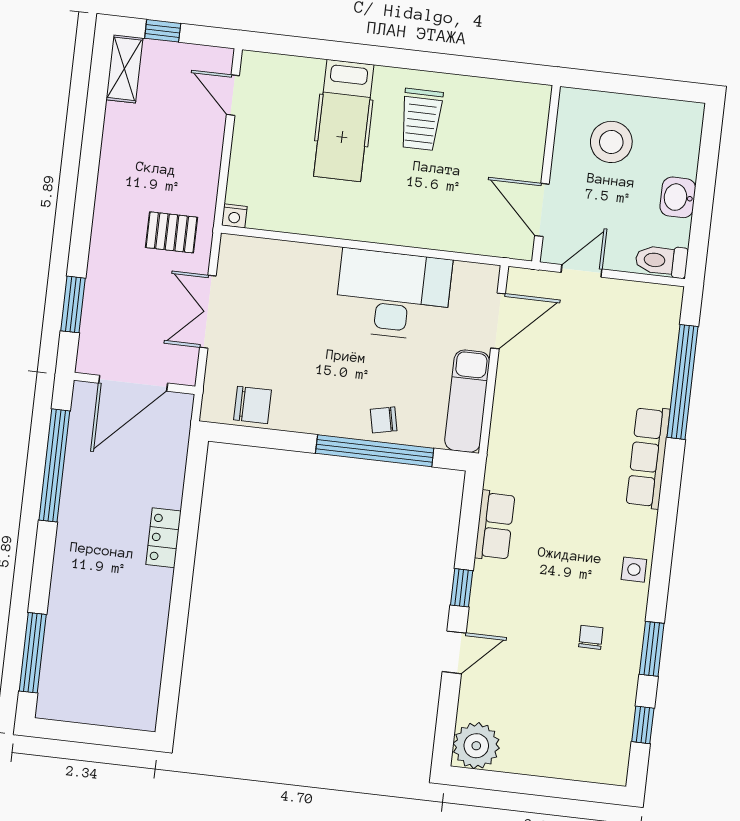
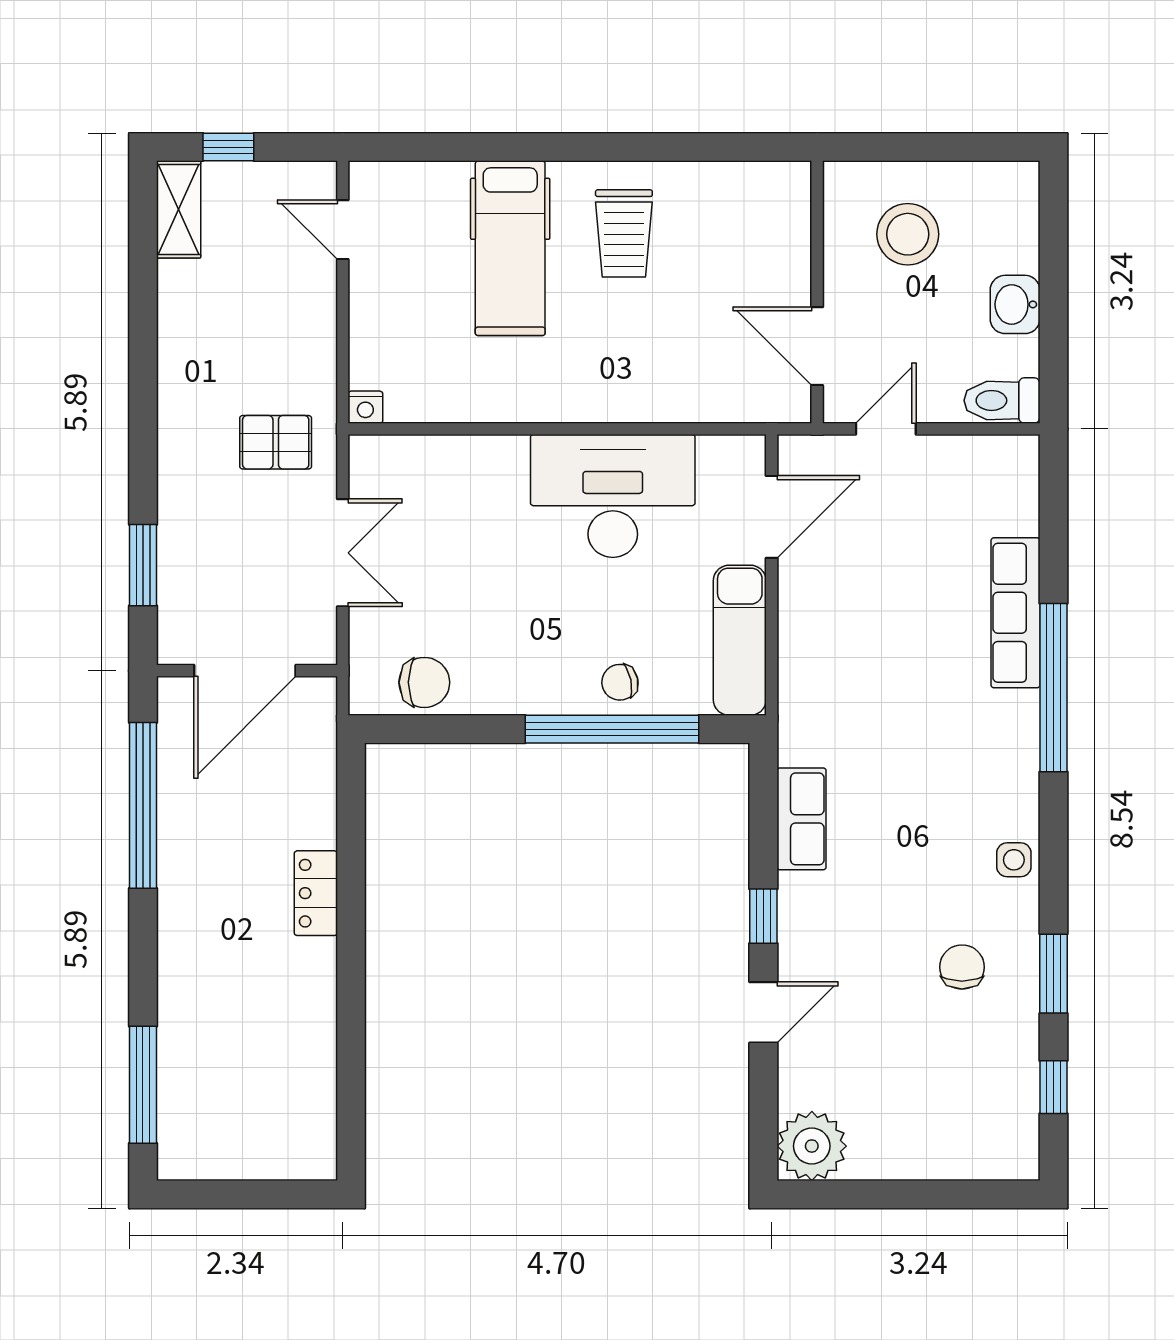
double door: (208, 312) -> (343, 553), swing flipped
window: (683, 382) -> (1054, 688), moved
row of seats: (648, 458) -> (1016, 613), moved
chair: (591, 637) -> (962, 967), width x1.37, depth x1.37

